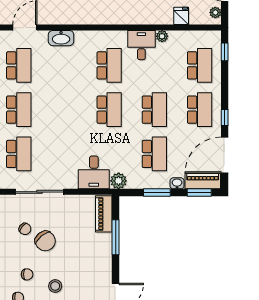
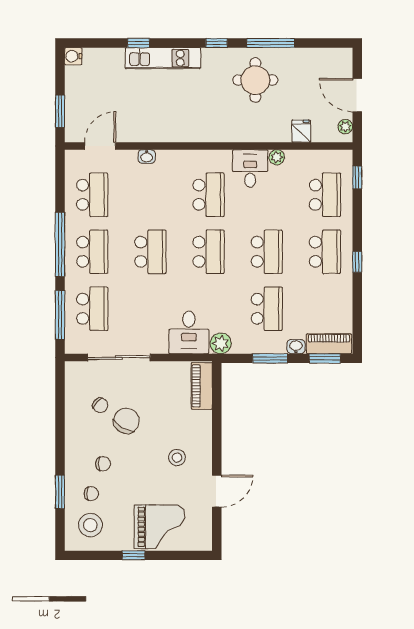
washbasin: (61, 38) -> (147, 156), width x0.52, depth x0.69
school desk: (64, 110) -> (150, 252), added
door: (225, 155) -> (357, 310), removed
window: (116, 237) -> (217, 416), removed
chair: (45, 241) -> (126, 421), turned -110
stool: (55, 286) -> (177, 457), moved

